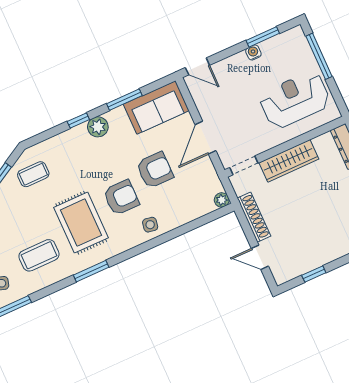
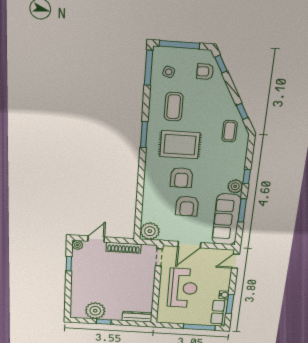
row of seats: (282, 43) -> (219, 312), added
reception desk: (295, 100) -> (183, 288), moved
sofa: (156, 107) -> (226, 219), width x1.36
door: (206, 138) -> (189, 245), swing flipped
wardrobe: (289, 161) -> (147, 283), removed
plant: (222, 200) -> (150, 231), width x1.87, depth x1.87
side table: (150, 225) -> (154, 186), removed
plant: (281, 276) -> (77, 245), added

